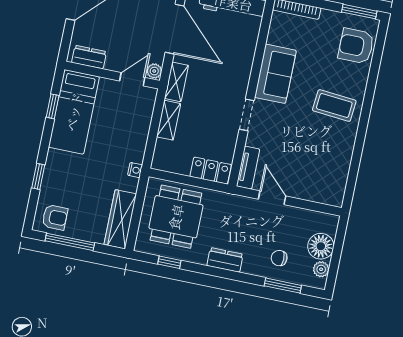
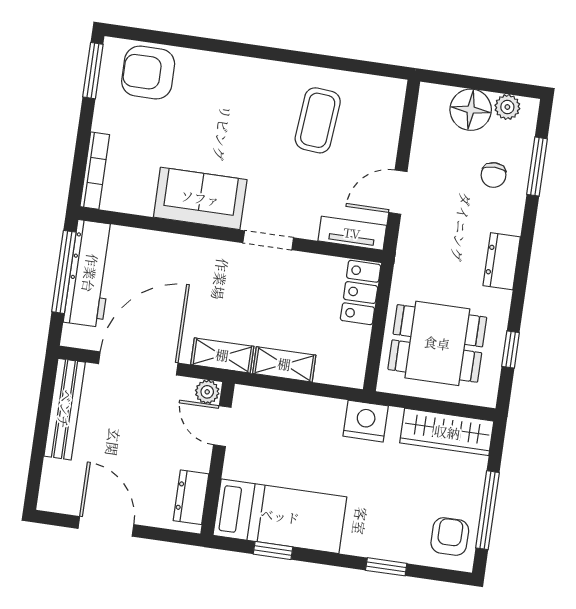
armchair: (356, 46) -> (148, 72), turned 90
coffee table: (334, 106) -> (318, 120), moved
nightstand: (135, 170) -> (366, 421), width x1.89, depth x1.79

